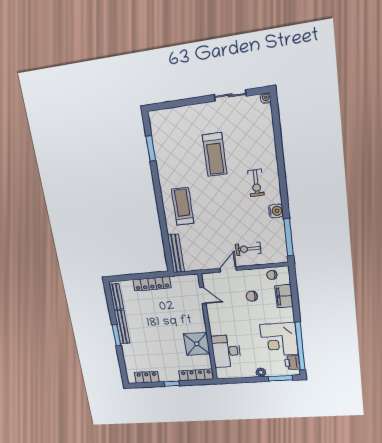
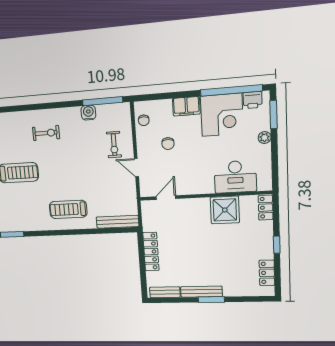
water cooler: (276, 211) -> (88, 113), moved
filing cabinet: (284, 296) -> (186, 106), moved
locker: (196, 375) -> (266, 208), width x0.66

